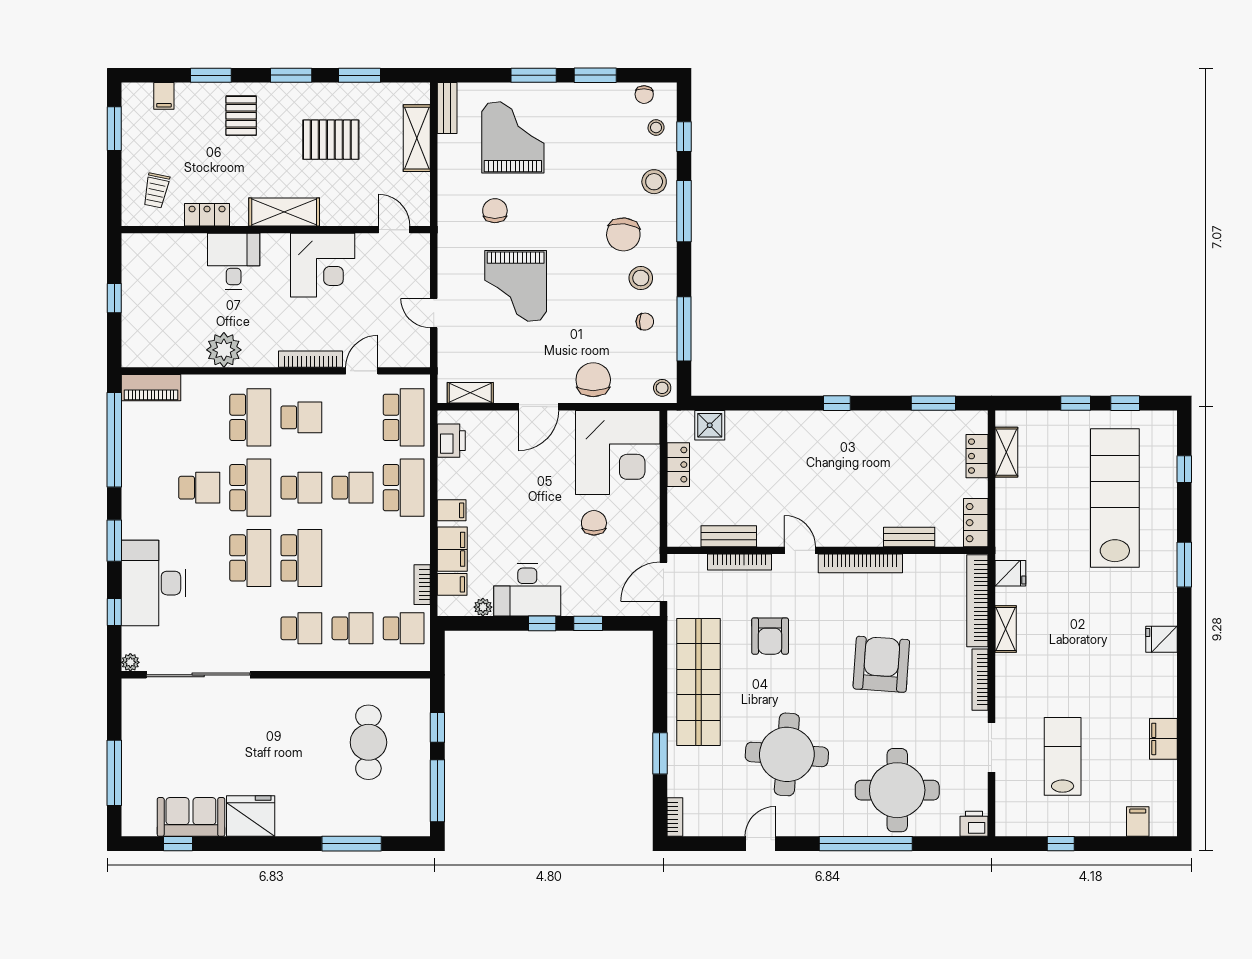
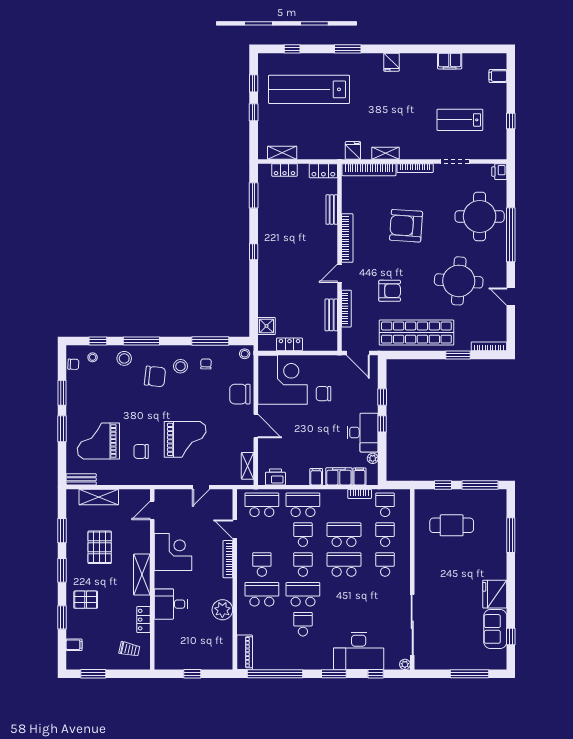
school desk: (250, 558) -> (344, 535), moved
bookcase: (675, 817) -> (489, 346), width x1.56

